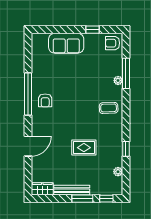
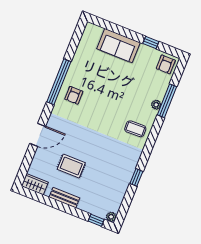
armchair: (113, 43) -> (166, 64), turned -90
rug: (84, 148) -> (71, 166), moved
plant: (118, 172) -> (111, 217), moved
bench: (72, 190) -> (64, 198), width x0.73
window: (82, 199) -> (72, 210), removed

